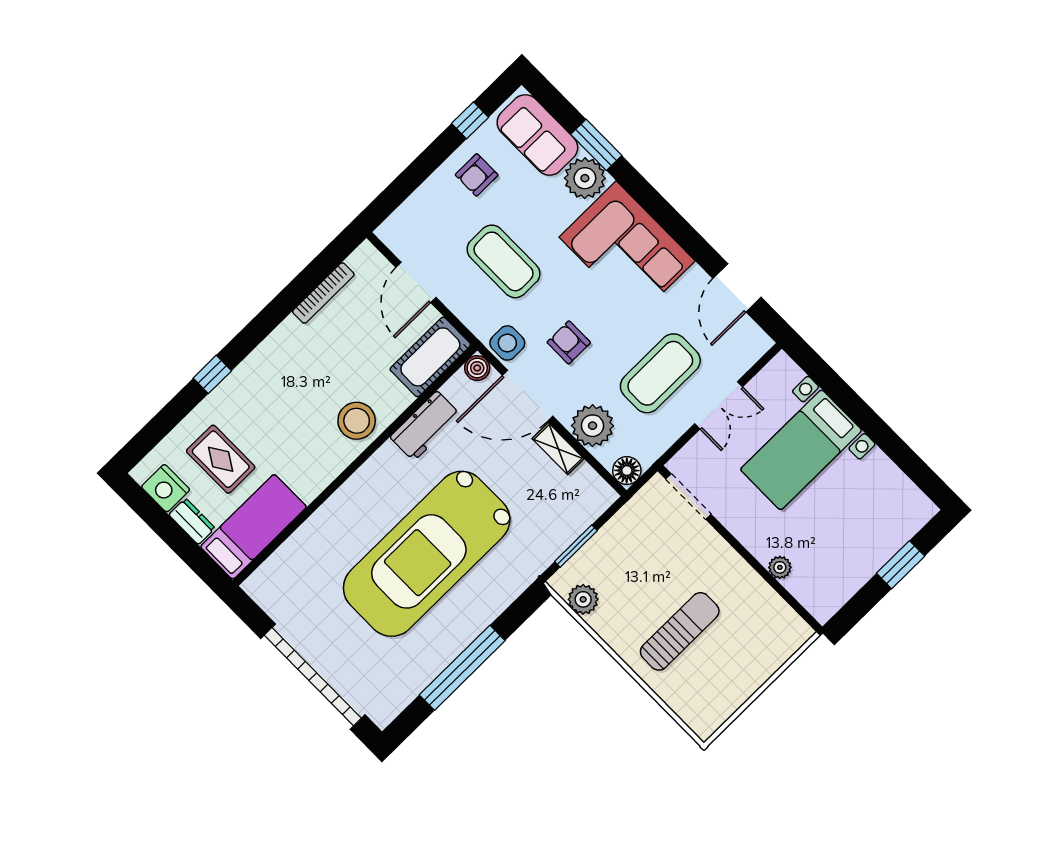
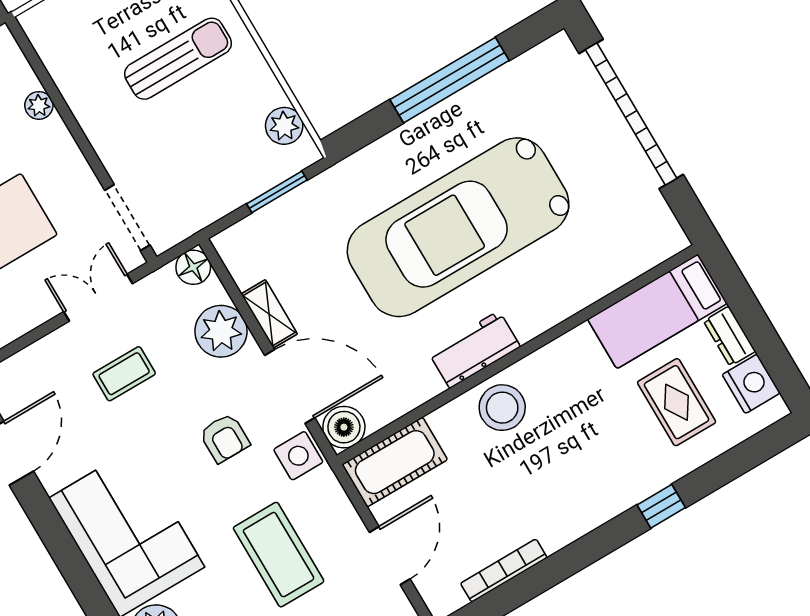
boiler: (477, 368) -> (344, 427), width x1.36, depth x1.36
coffee table: (660, 373) -> (124, 374), width x0.54, depth x0.58
double door: (719, 405) -> (98, 298), moved
workbench: (425, 426) -> (474, 349), moved
car: (427, 554) -> (458, 227), turned 180
sun lounger: (680, 631) -> (178, 59), turned 180

